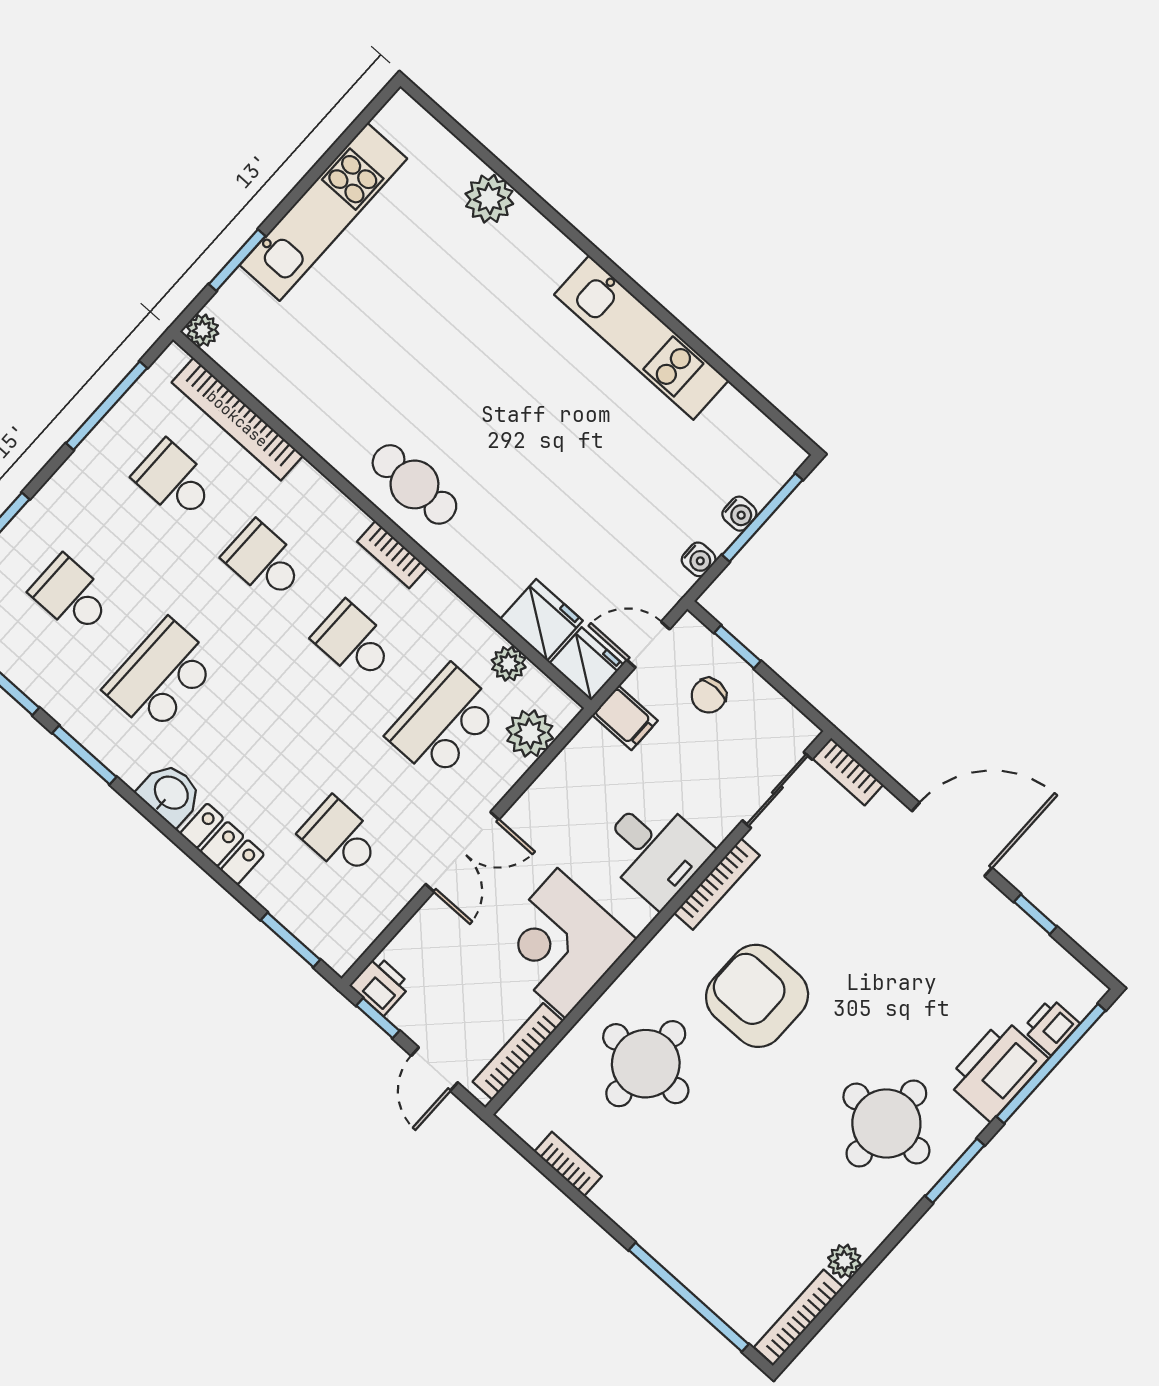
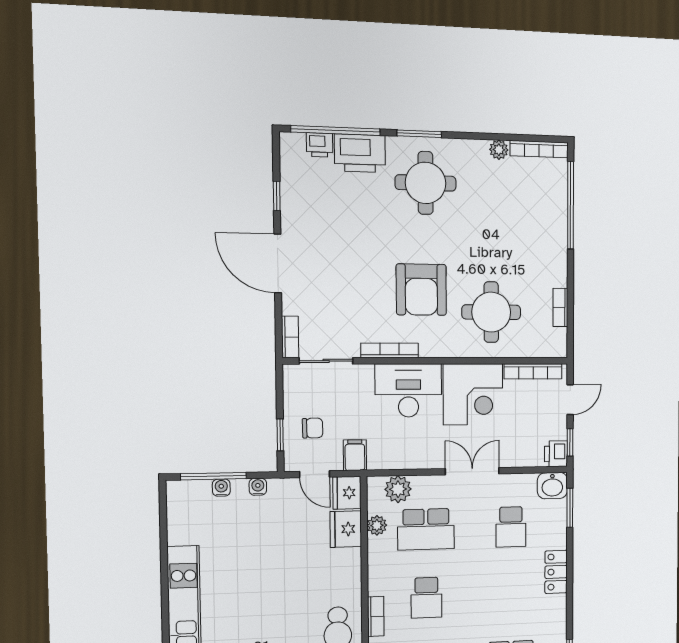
washbasin: (170, 794) -> (552, 486), moved, turned -90
desk: (655, 850) -> (408, 390), width x1.37

